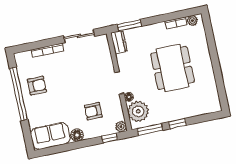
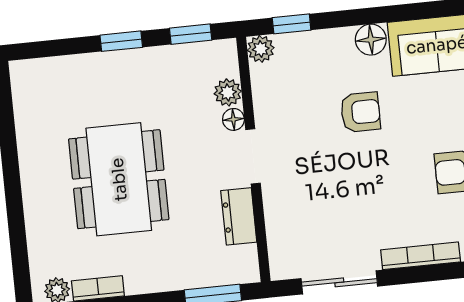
dresser: (119, 42) -> (239, 216), moved
armchair: (93, 111) -> (360, 112), moved
plant: (138, 111) -> (228, 92), width x0.53, depth x0.53
window: (150, 129) -> (191, 34), width x0.67

